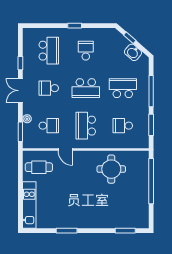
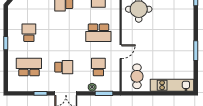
school desk: (86, 51) -> (29, 33), turned 90
school desk: (49, 88) -> (64, 67), turned -90
school desk: (86, 88) -> (64, 33), removed

